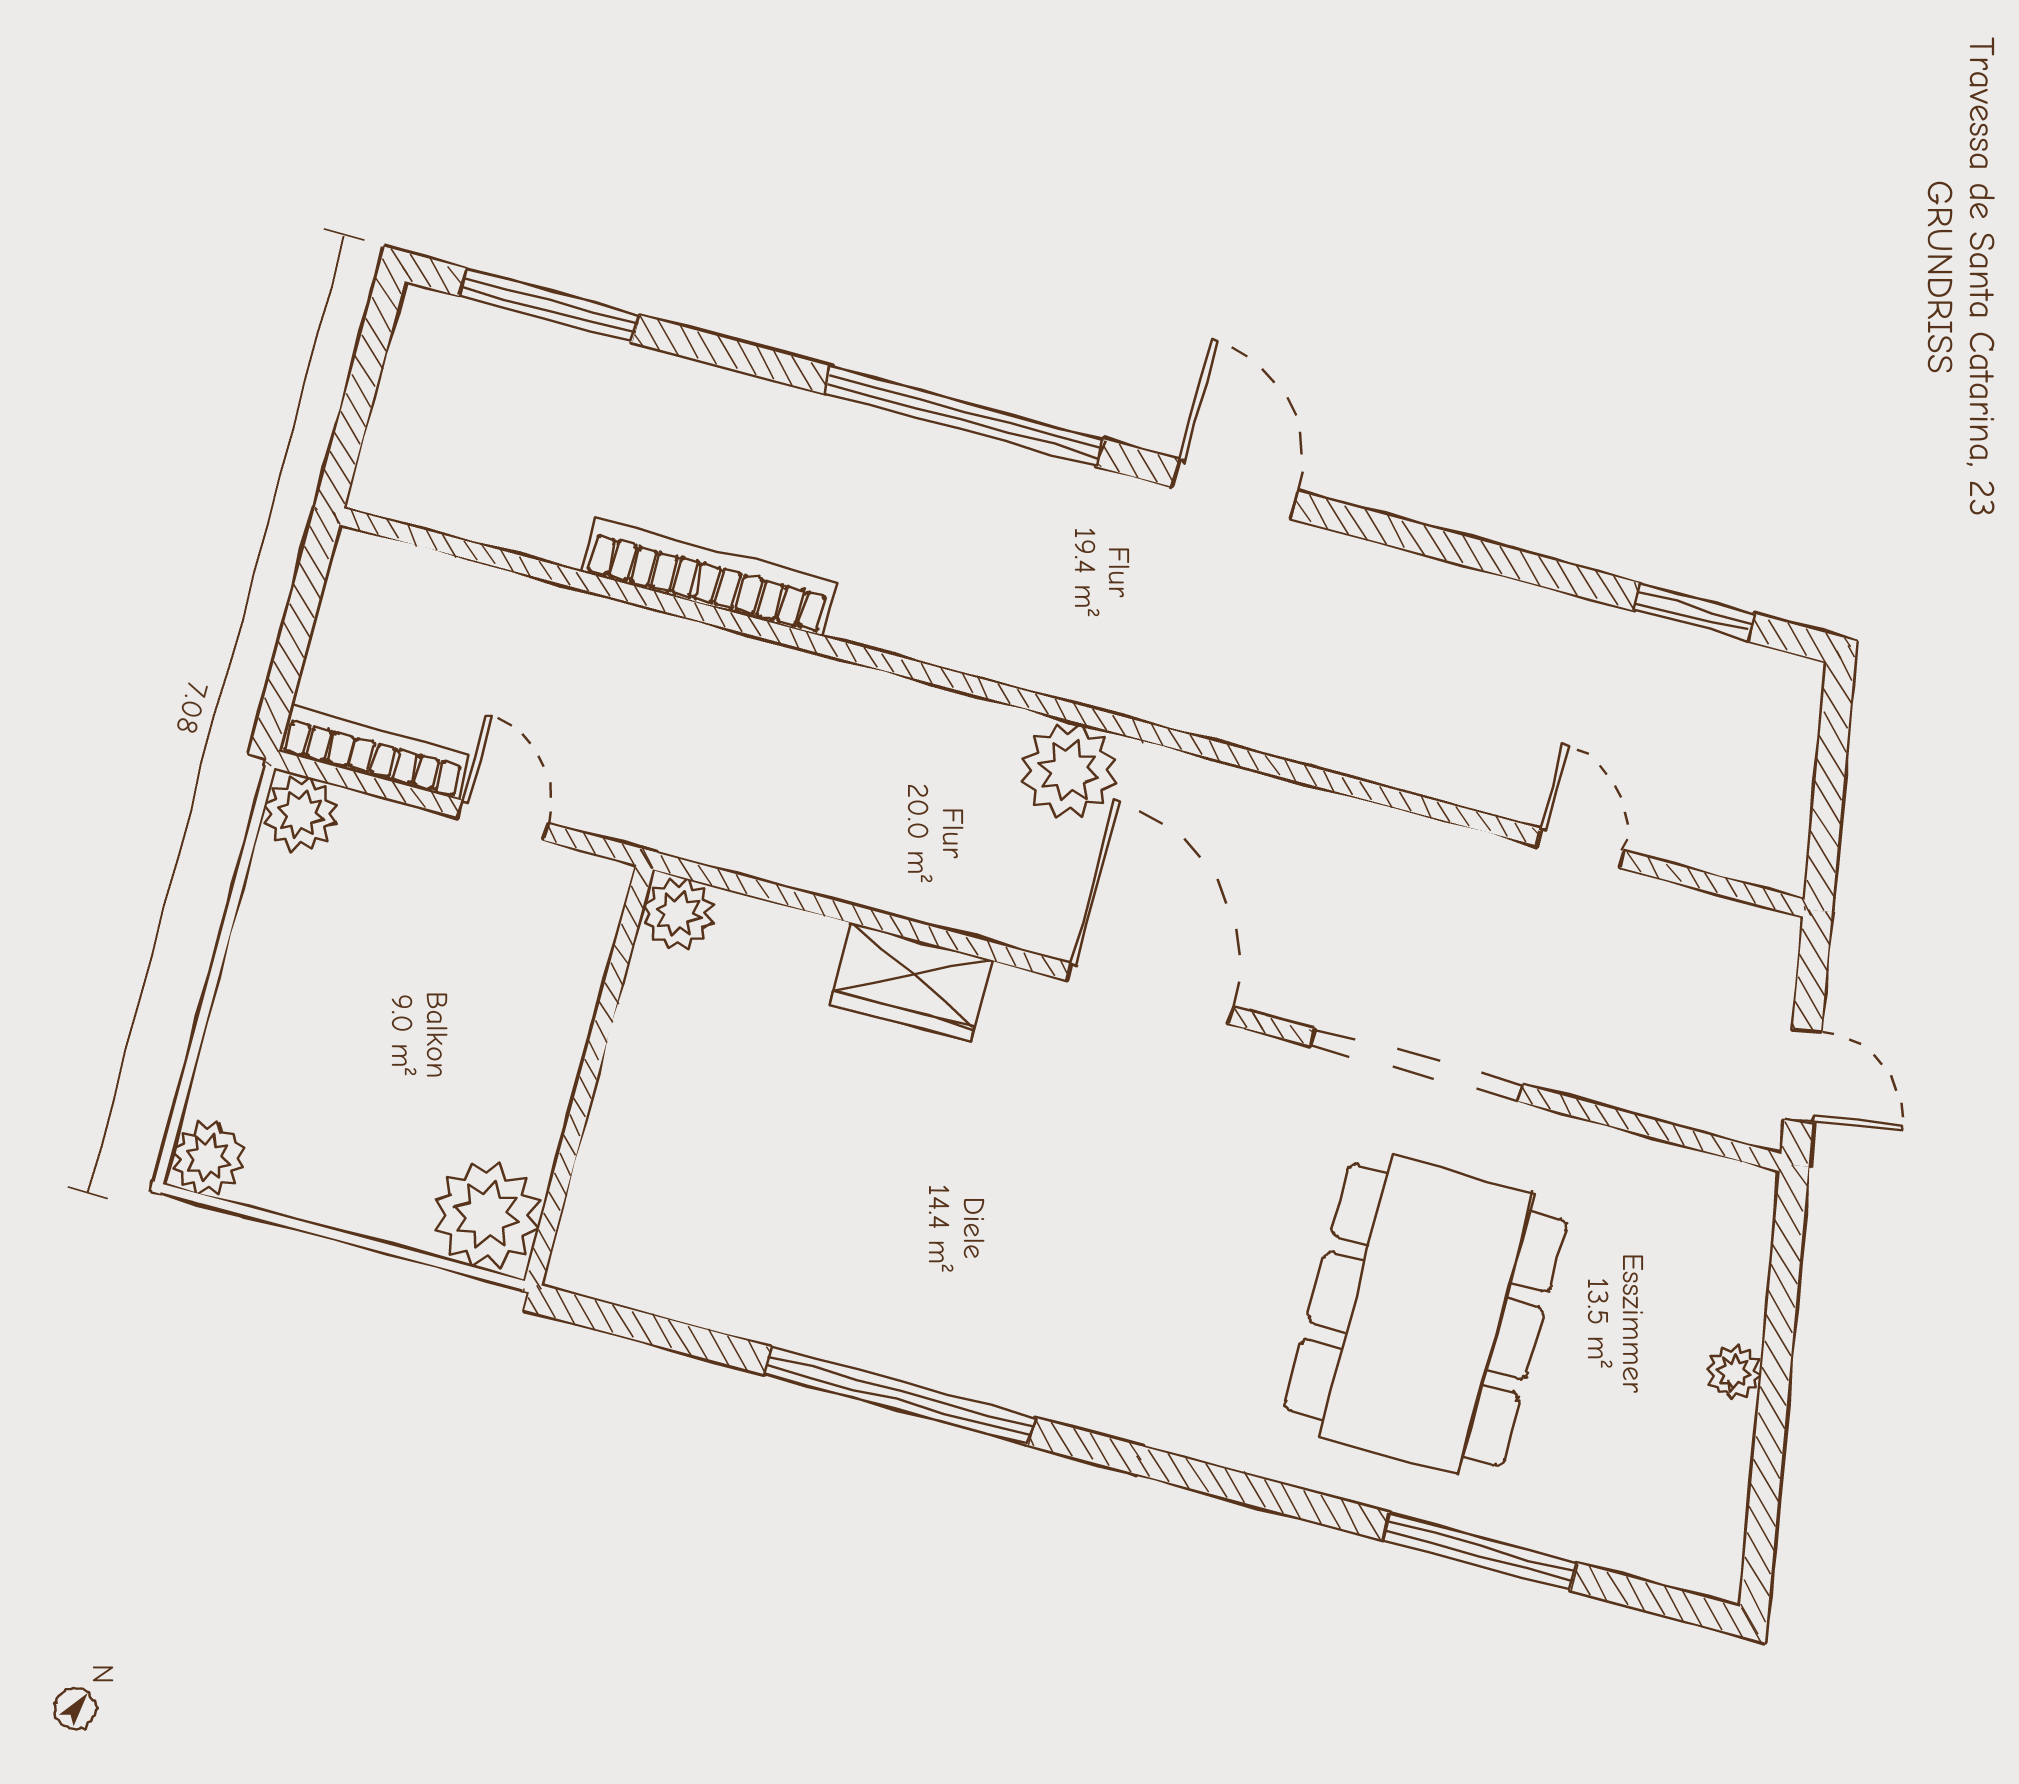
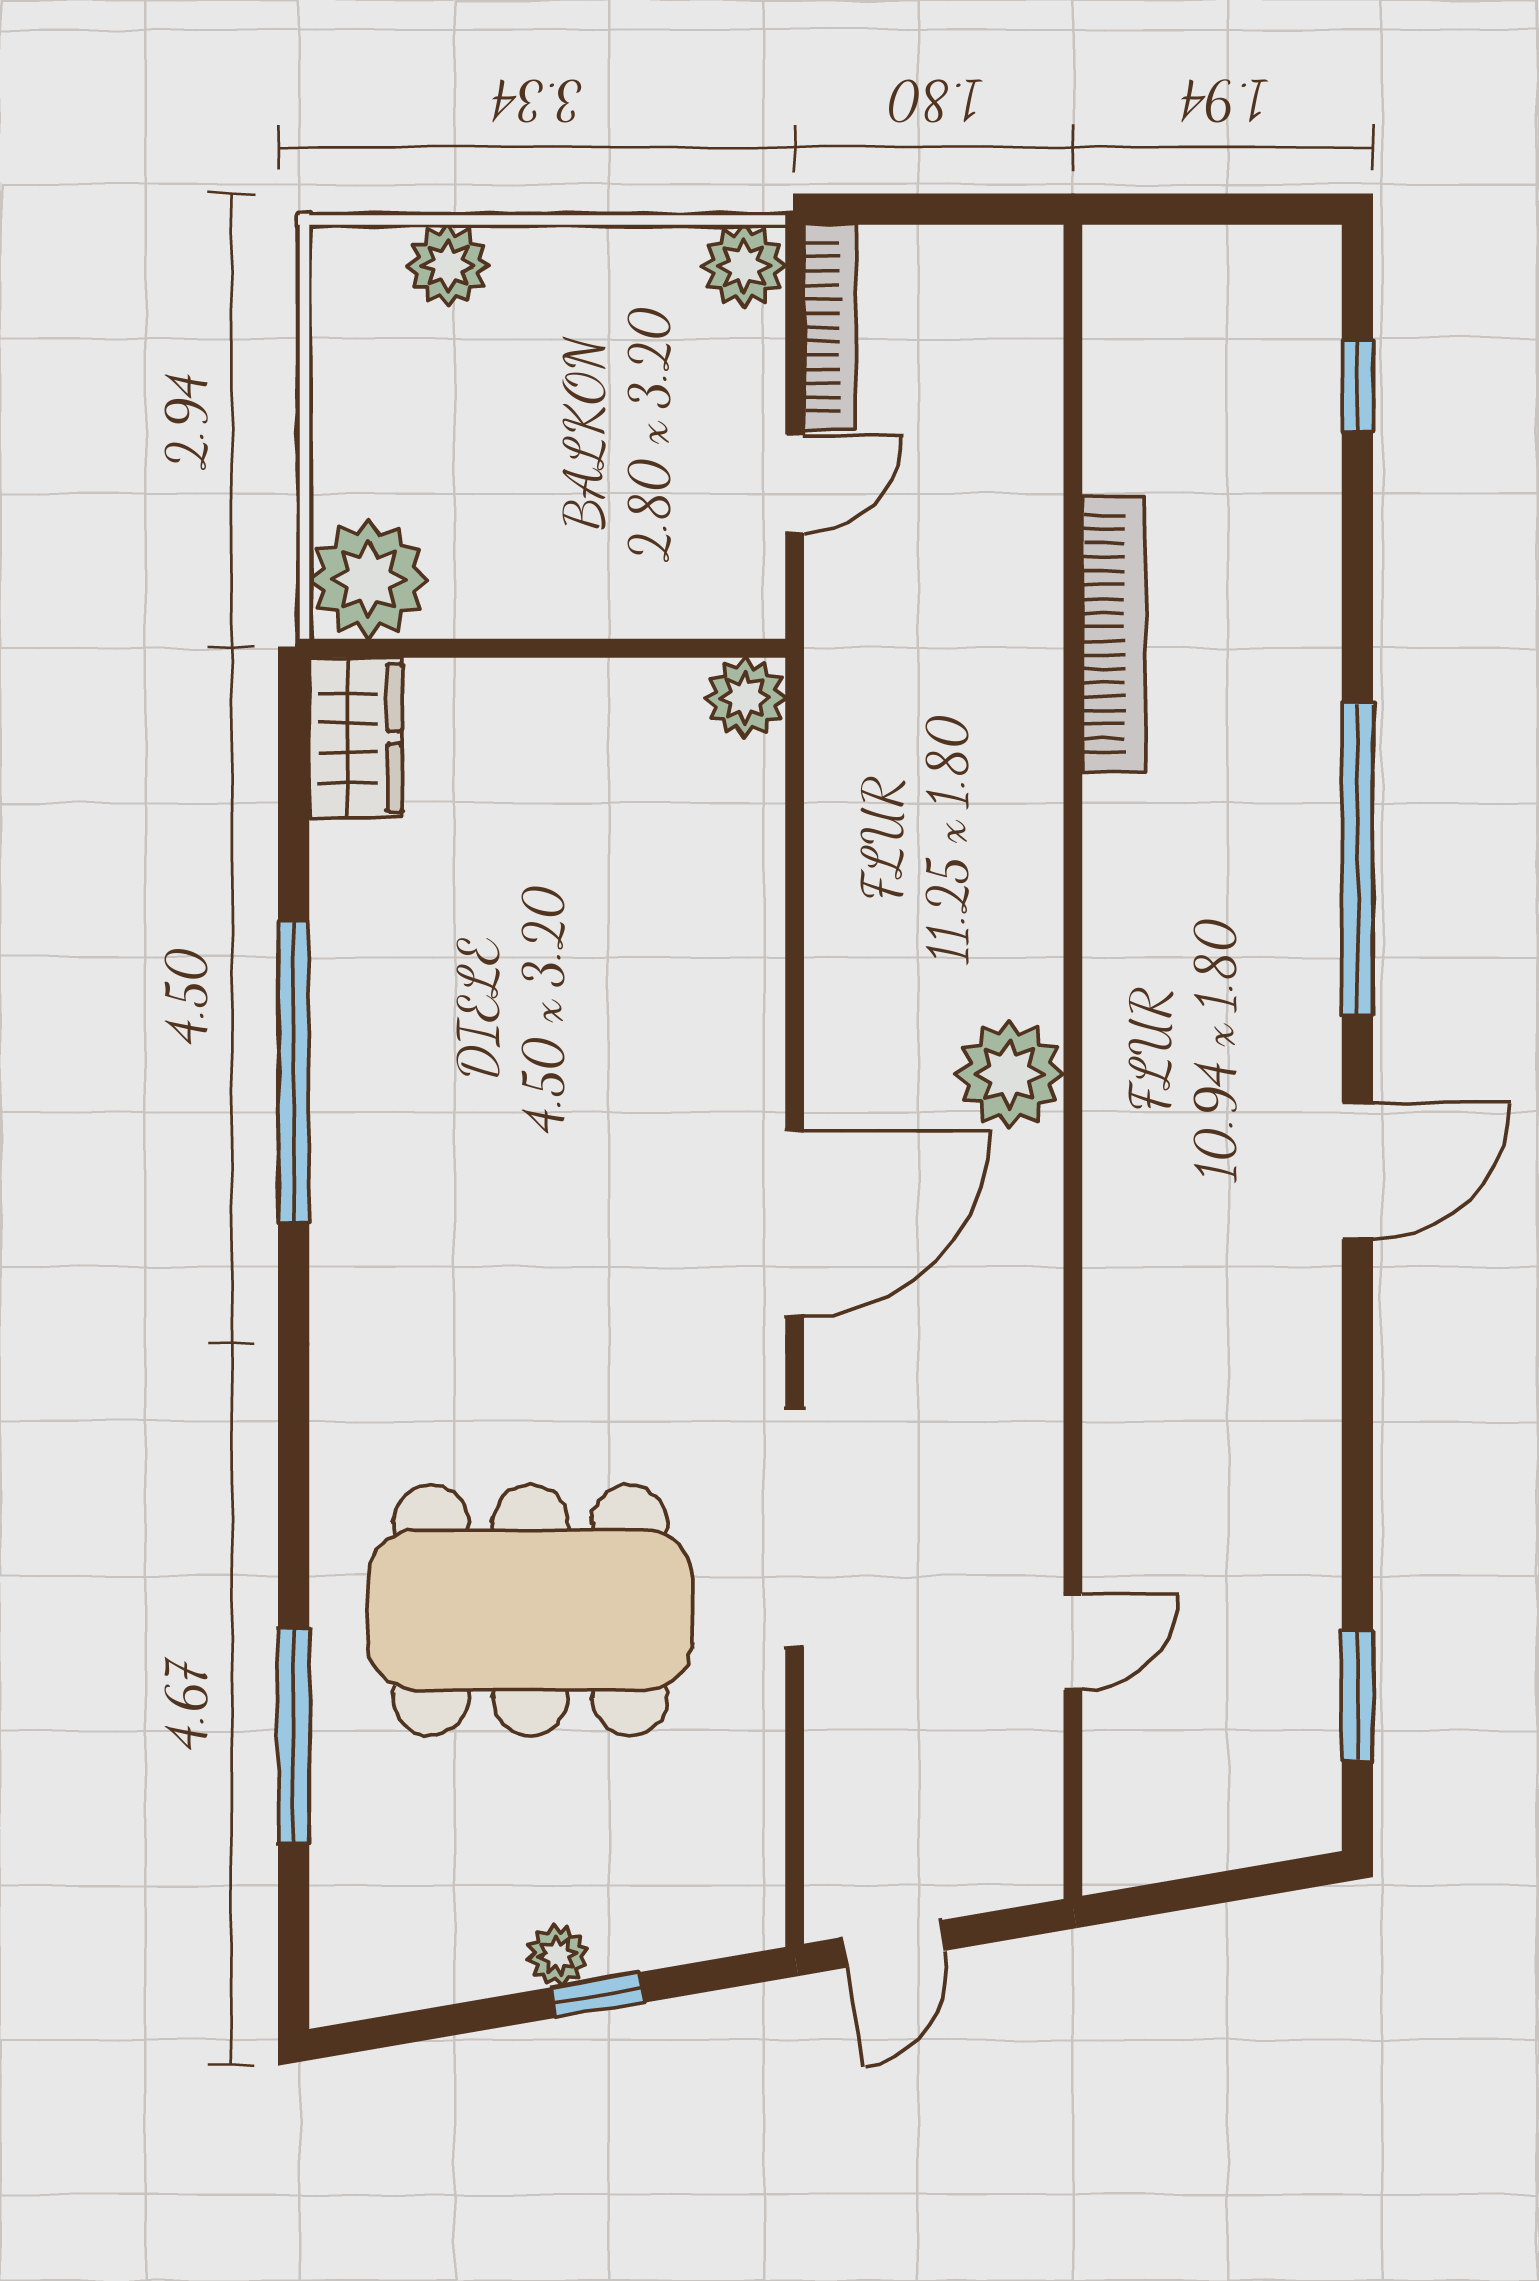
window: (549, 305) -> (1357, 386), width x0.46
wardrobe: (911, 982) -> (356, 738), moved, turned 180
plant: (208, 1158) -> (448, 266), moved
window: (1778, 1347) -> (597, 1995), added

